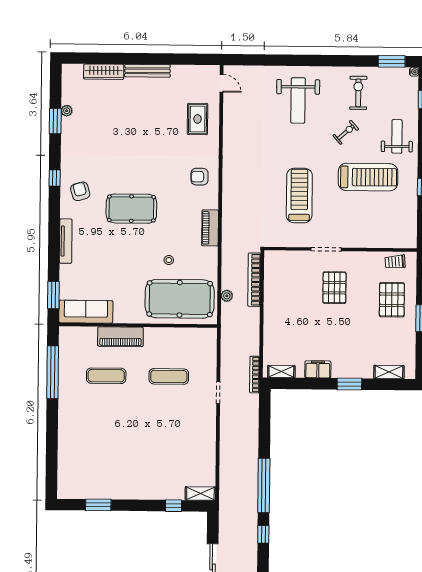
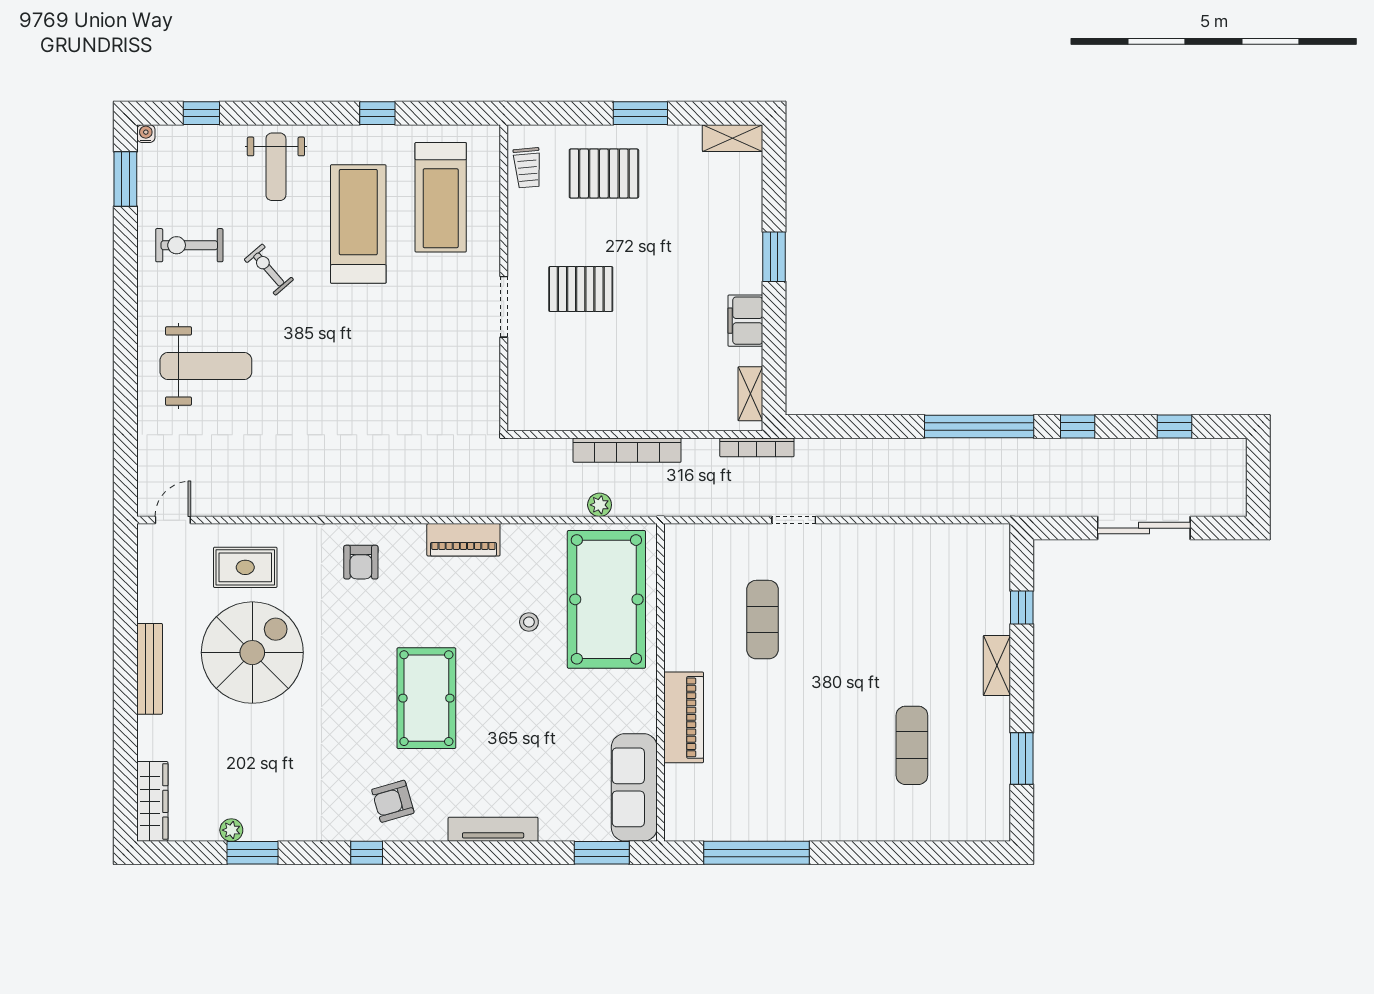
wardrobe: (104, 72) -> (152, 801), moved
spiral stairs: (155, 122) -> (252, 653), added
weight bench: (397, 136) -> (276, 167), turned -90
treadmill: (299, 195) -> (441, 197), moved, turned -90
bookcase: (254, 280) -> (627, 450), moved
shelving: (389, 372) -> (732, 138), moved, turned 90
exercise mat: (106, 376) -> (912, 745), moved
shelving: (200, 494) -> (997, 666), moved

